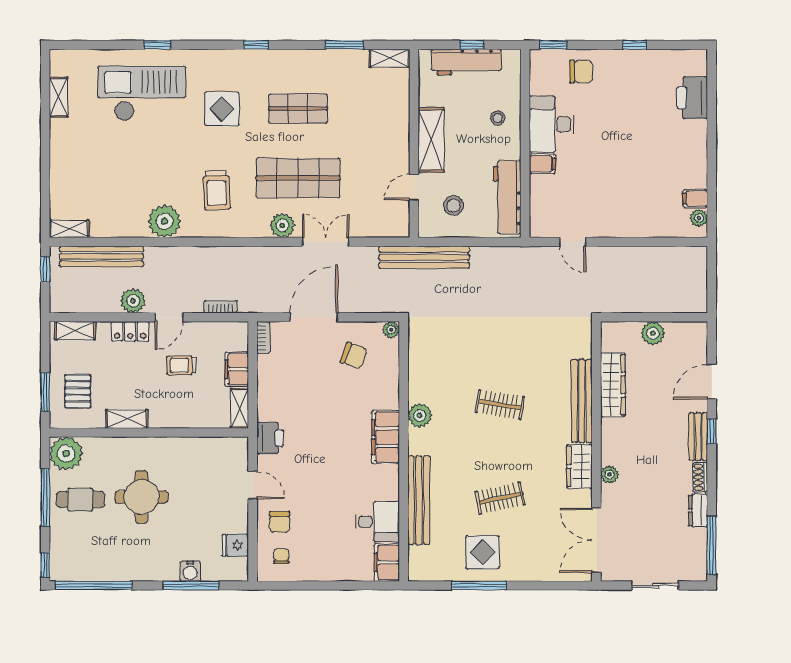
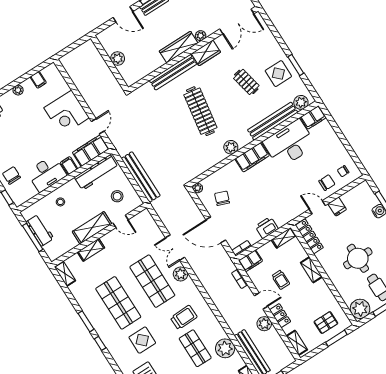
window: (344, 45) -> (86, 321), moved
window: (472, 45) -> (33, 238), width x2.17
workbench: (466, 62) -> (40, 230), width x0.73
shop shelf: (298, 109) -> (118, 303), width x1.43, depth x1.36
shelving: (400, 118) -> (91, 250), added
shop shelf: (161, 178) -> (195, 348), added
filing cabinet: (544, 209) -> (91, 151), added
corner desk: (621, 209) -> (67, 113), added
plant: (699, 218) -> (18, 90), moved
plant: (164, 221) -> (225, 348), moved
bench: (424, 257) -> (141, 177), moved
filing cabinet: (237, 369) -> (250, 261), moved
wardrobe: (613, 385) -> (179, 47), moved
clothes rail: (500, 405) -> (200, 111), width x1.86, depth x1.31
shelving: (127, 419) -> (311, 270), moved
printer: (270, 438) -> (267, 228), moved
locker: (218, 447) -> (309, 236), added
door: (253, 485) -> (317, 207), hinge flipped
desk: (377, 521) -> (289, 144), width x1.87, depth x1.30
fridge: (235, 545) -> (337, 207), moved
plant: (420, 558) -> (301, 102), added
window: (479, 586) -> (296, 65), width x0.69

